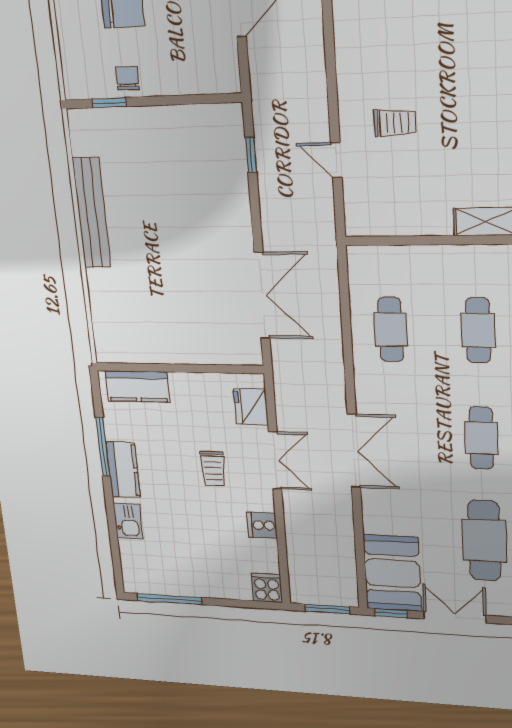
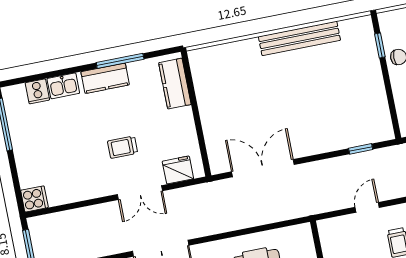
double door: (262, 296) -> (263, 168), swing flipped
cooker: (262, 525) -> (37, 91), moved, turned 180

